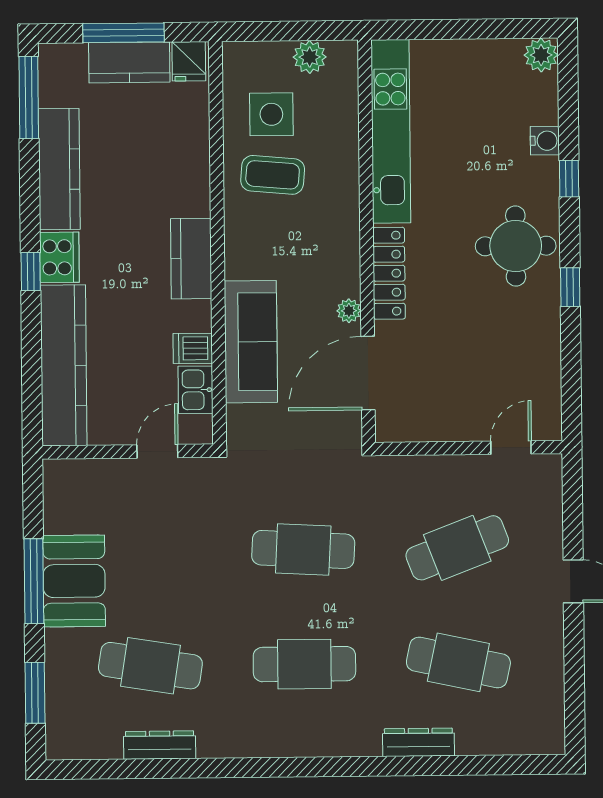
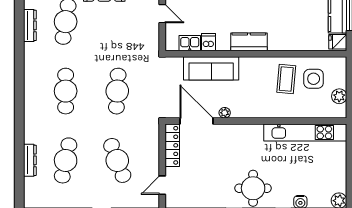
locker: (389, 273) -> (172, 145), moved, turned -90
door: (511, 448) -> (162, 185), swing flipped
door: (157, 451) -> (162, 14), moved
dresser: (418, 742) -> (30, 160), moved

